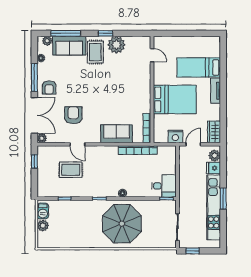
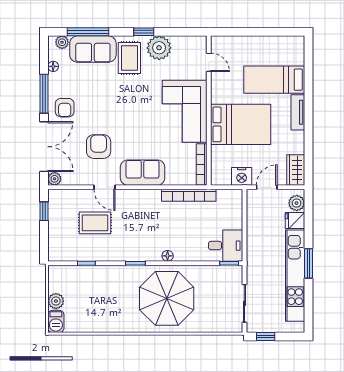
corner sofa: (135, 90) -> (185, 111), added
sofa: (116, 134) -> (143, 173), moved
barbecue: (43, 211) -> (56, 321), moved

